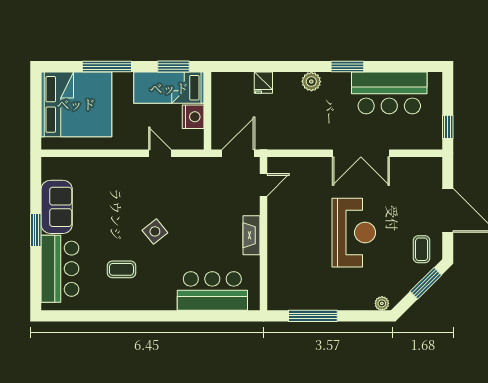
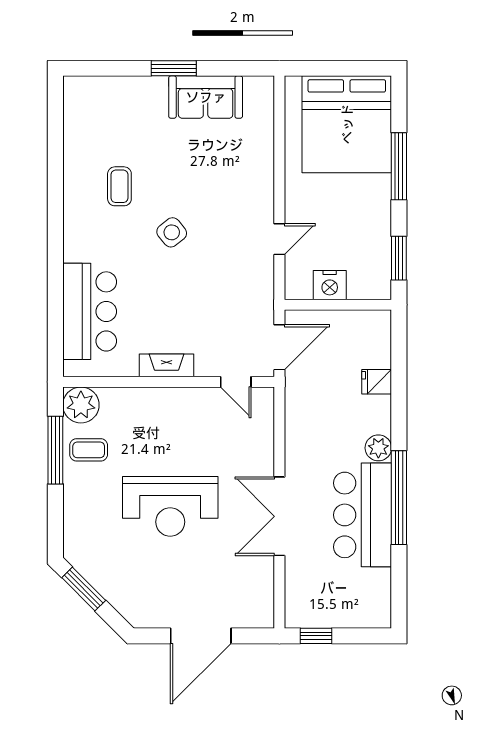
window: (347, 67) -> (399, 498), width x2.11
bed: (169, 88) -> (370, 252), removed
bar counter: (389, 93) -> (363, 515), moved
door: (238, 153) -> (279, 347), hinge flipped
coffee table: (422, 249) -> (89, 450), moved
bar counter: (60, 269) -> (120, 101), removed
window: (426, 283) -> (84, 589), moved
plant: (382, 303) -> (81, 405), moved, width x1.88, depth x1.88

